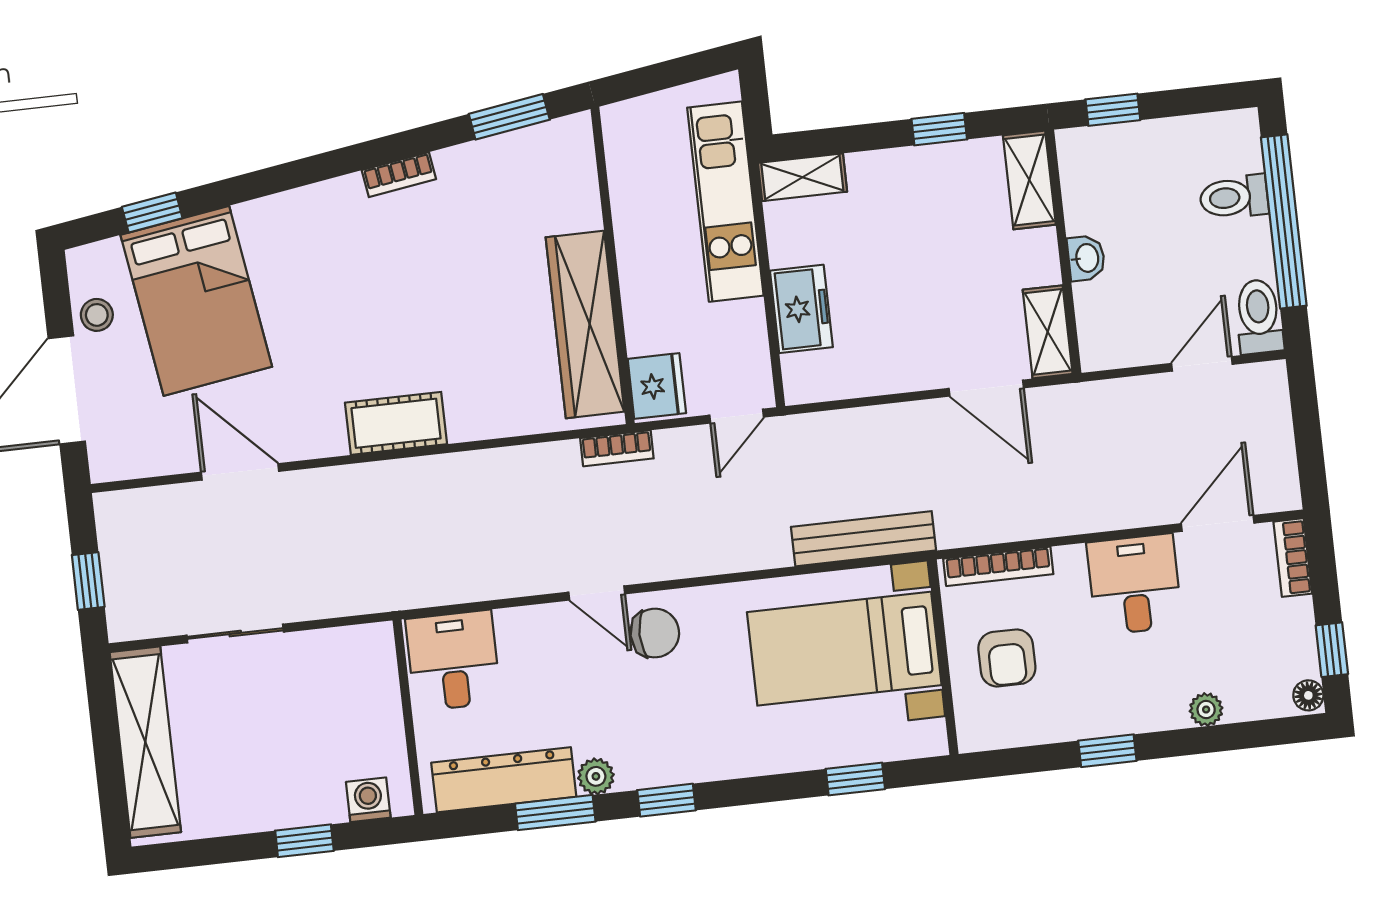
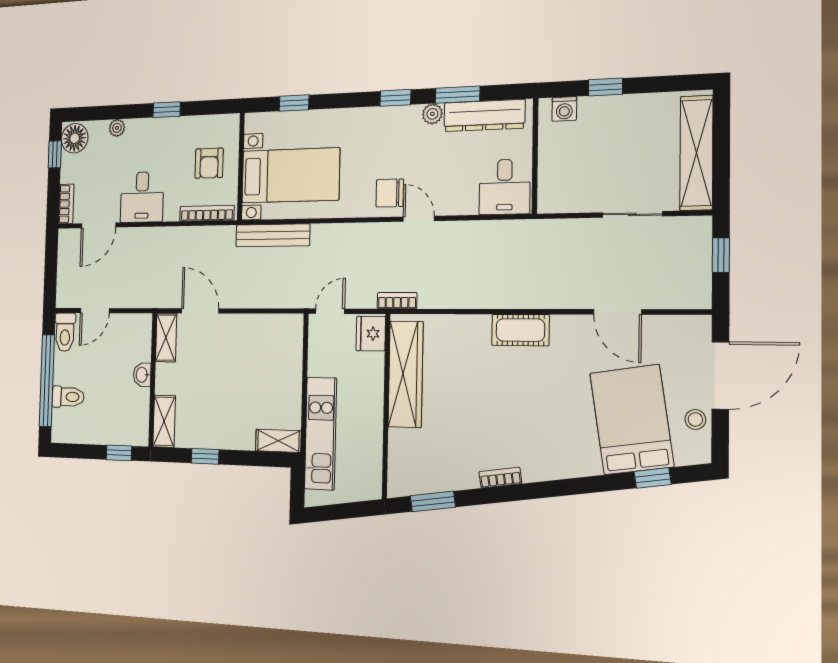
freezer: (801, 309) -> (288, 367), removed
armchair: (1007, 658) -> (209, 163), turned 180
floor lamp: (1308, 695) -> (75, 138), width x1.89, depth x1.89

